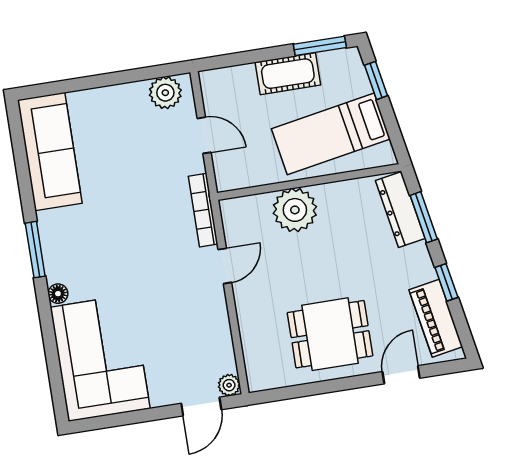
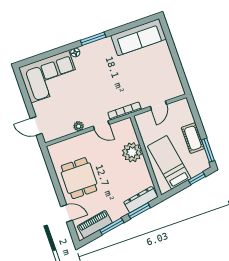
plant: (165, 93) -> (174, 85), removed
window: (446, 282) -> (112, 226), width x1.50
plant: (229, 385) -> (79, 126), moved

